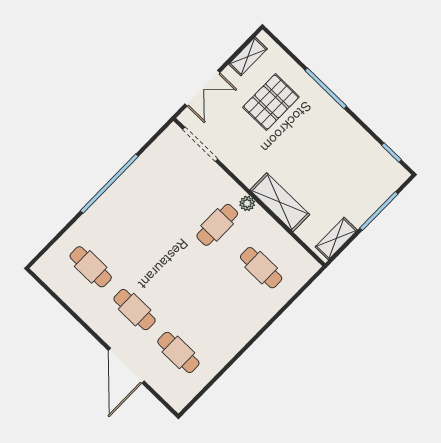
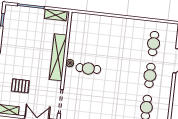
pallet: (271, 102) -> (20, 86), width x0.67, depth x0.71
shelving: (280, 202) -> (58, 57), width x1.47
cafe table: (261, 268) -> (92, 37), removed

